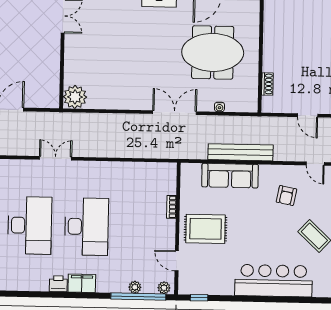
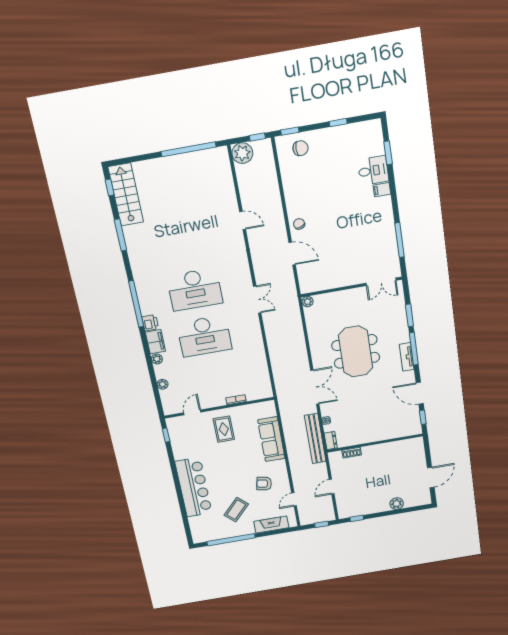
meeting table: (213, 52) -> (356, 351), moved
plant: (75, 97) -> (308, 302), width x0.53, depth x0.53
dresser: (246, 106) -> (331, 440), added
bench: (241, 152) -> (315, 439), moved
rug: (206, 229) -> (224, 429), width x0.73, depth x0.70
plant: (164, 288) -> (157, 359), moved
window: (138, 296) -> (136, 304), moved

